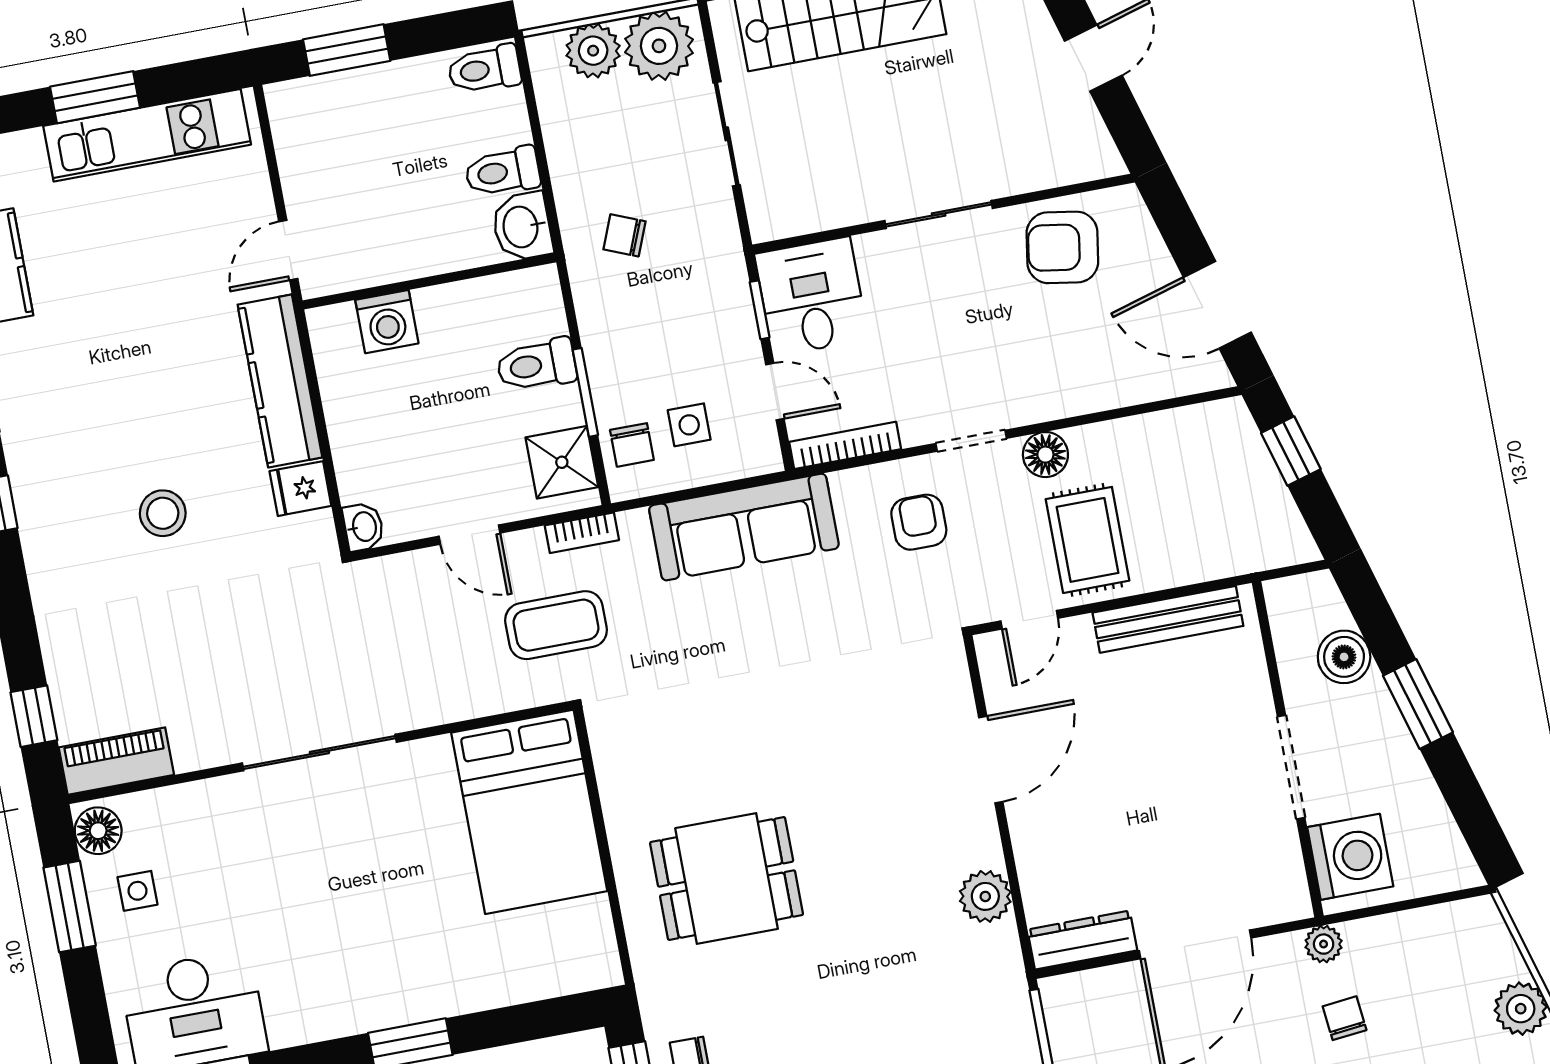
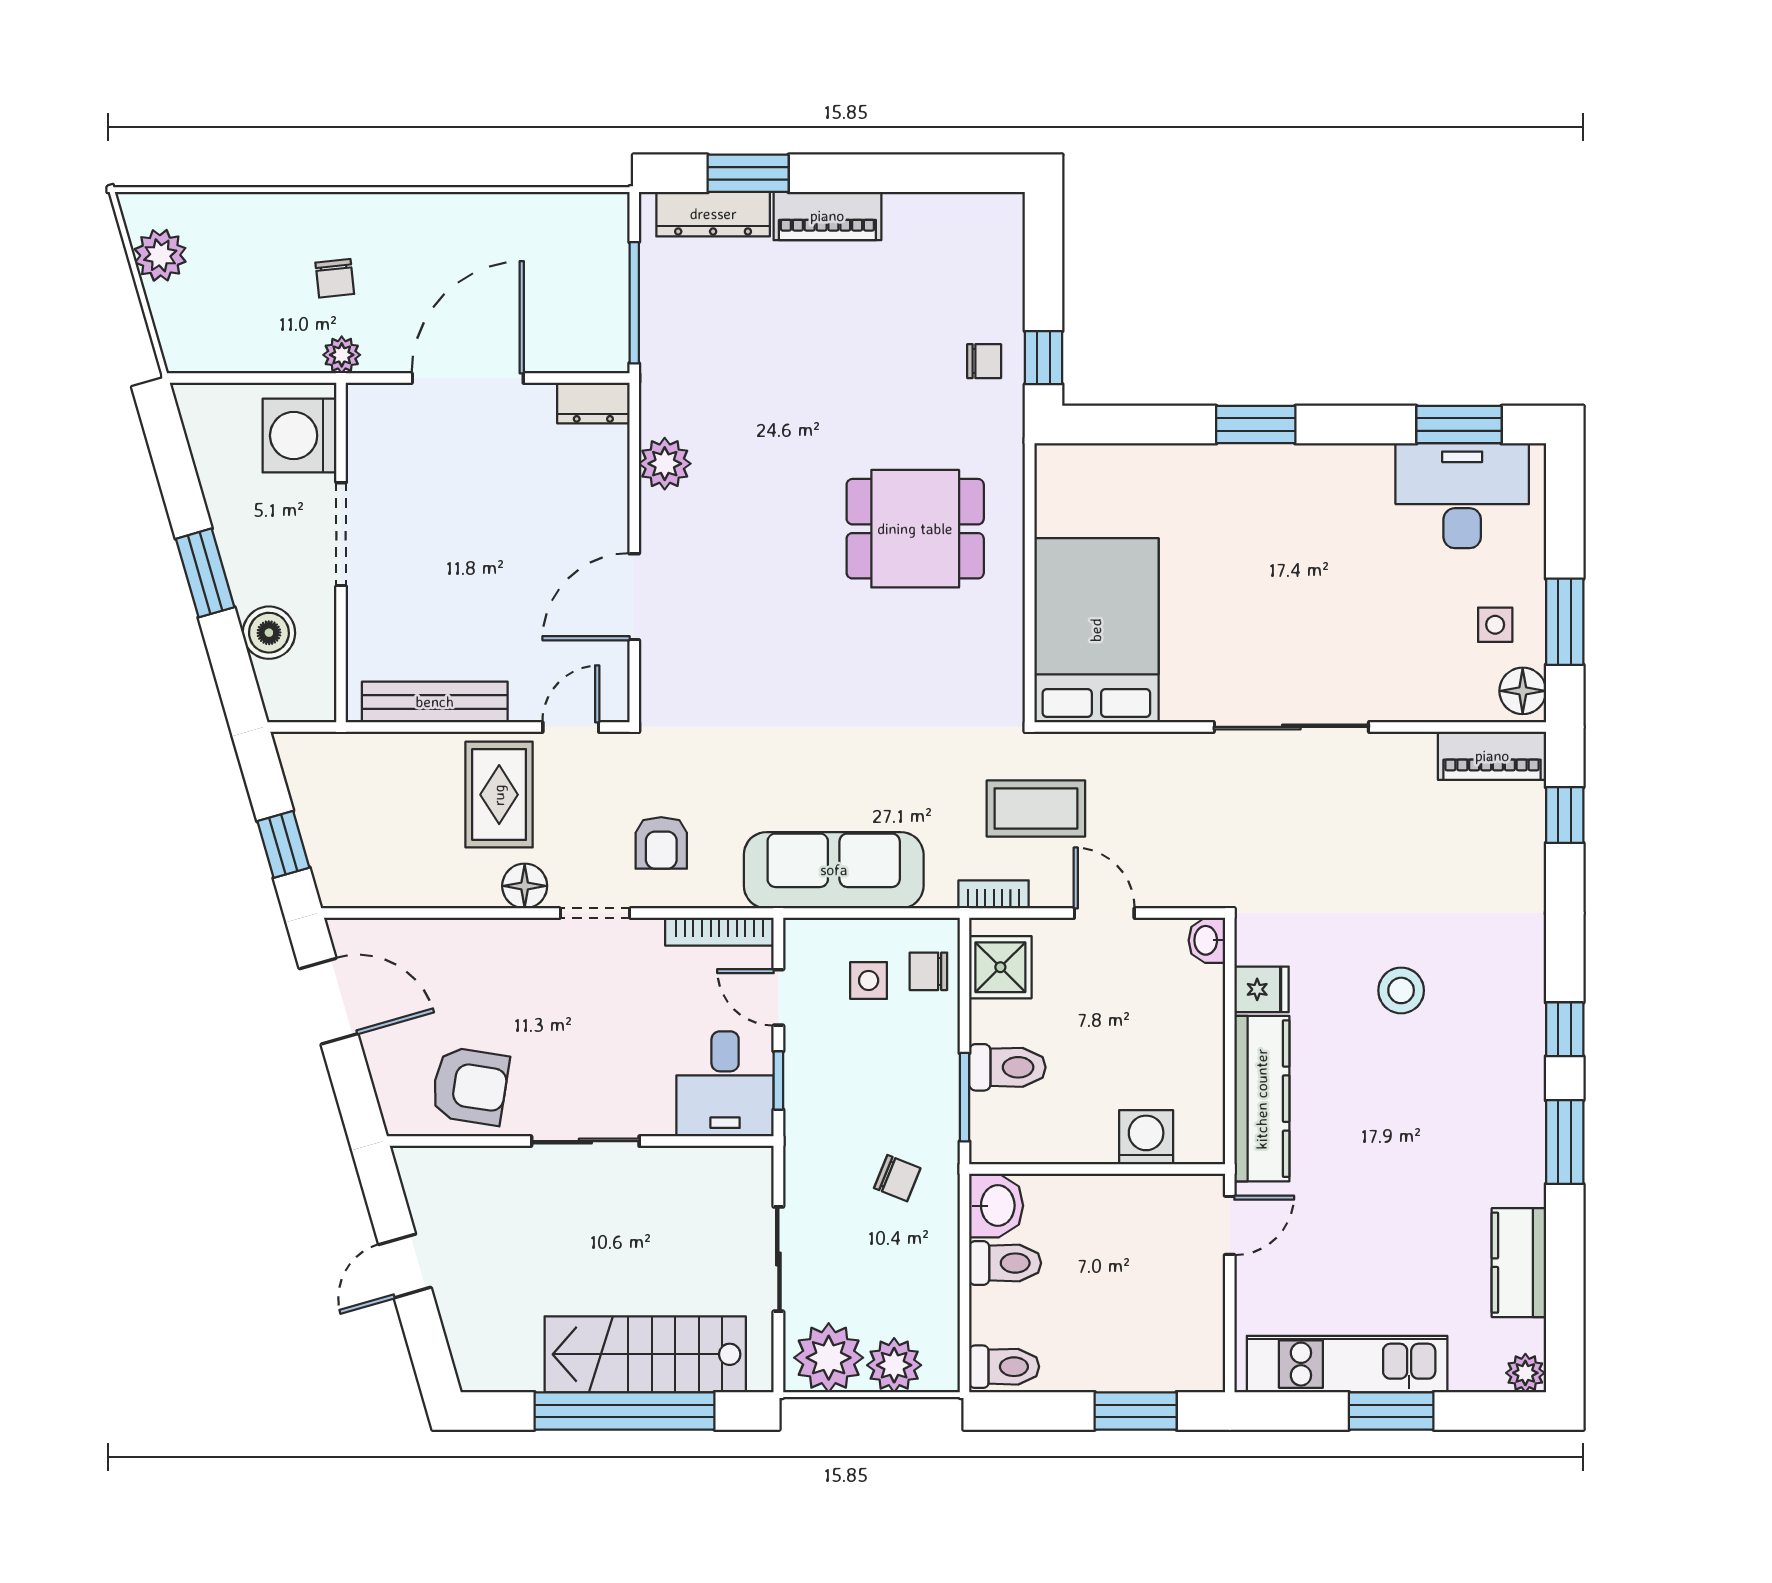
window: (585, 392) -> (964, 1097), moved
chair: (632, 445) -> (928, 971), turned -90
dresser: (1082, 940) -> (593, 403), width x0.70

